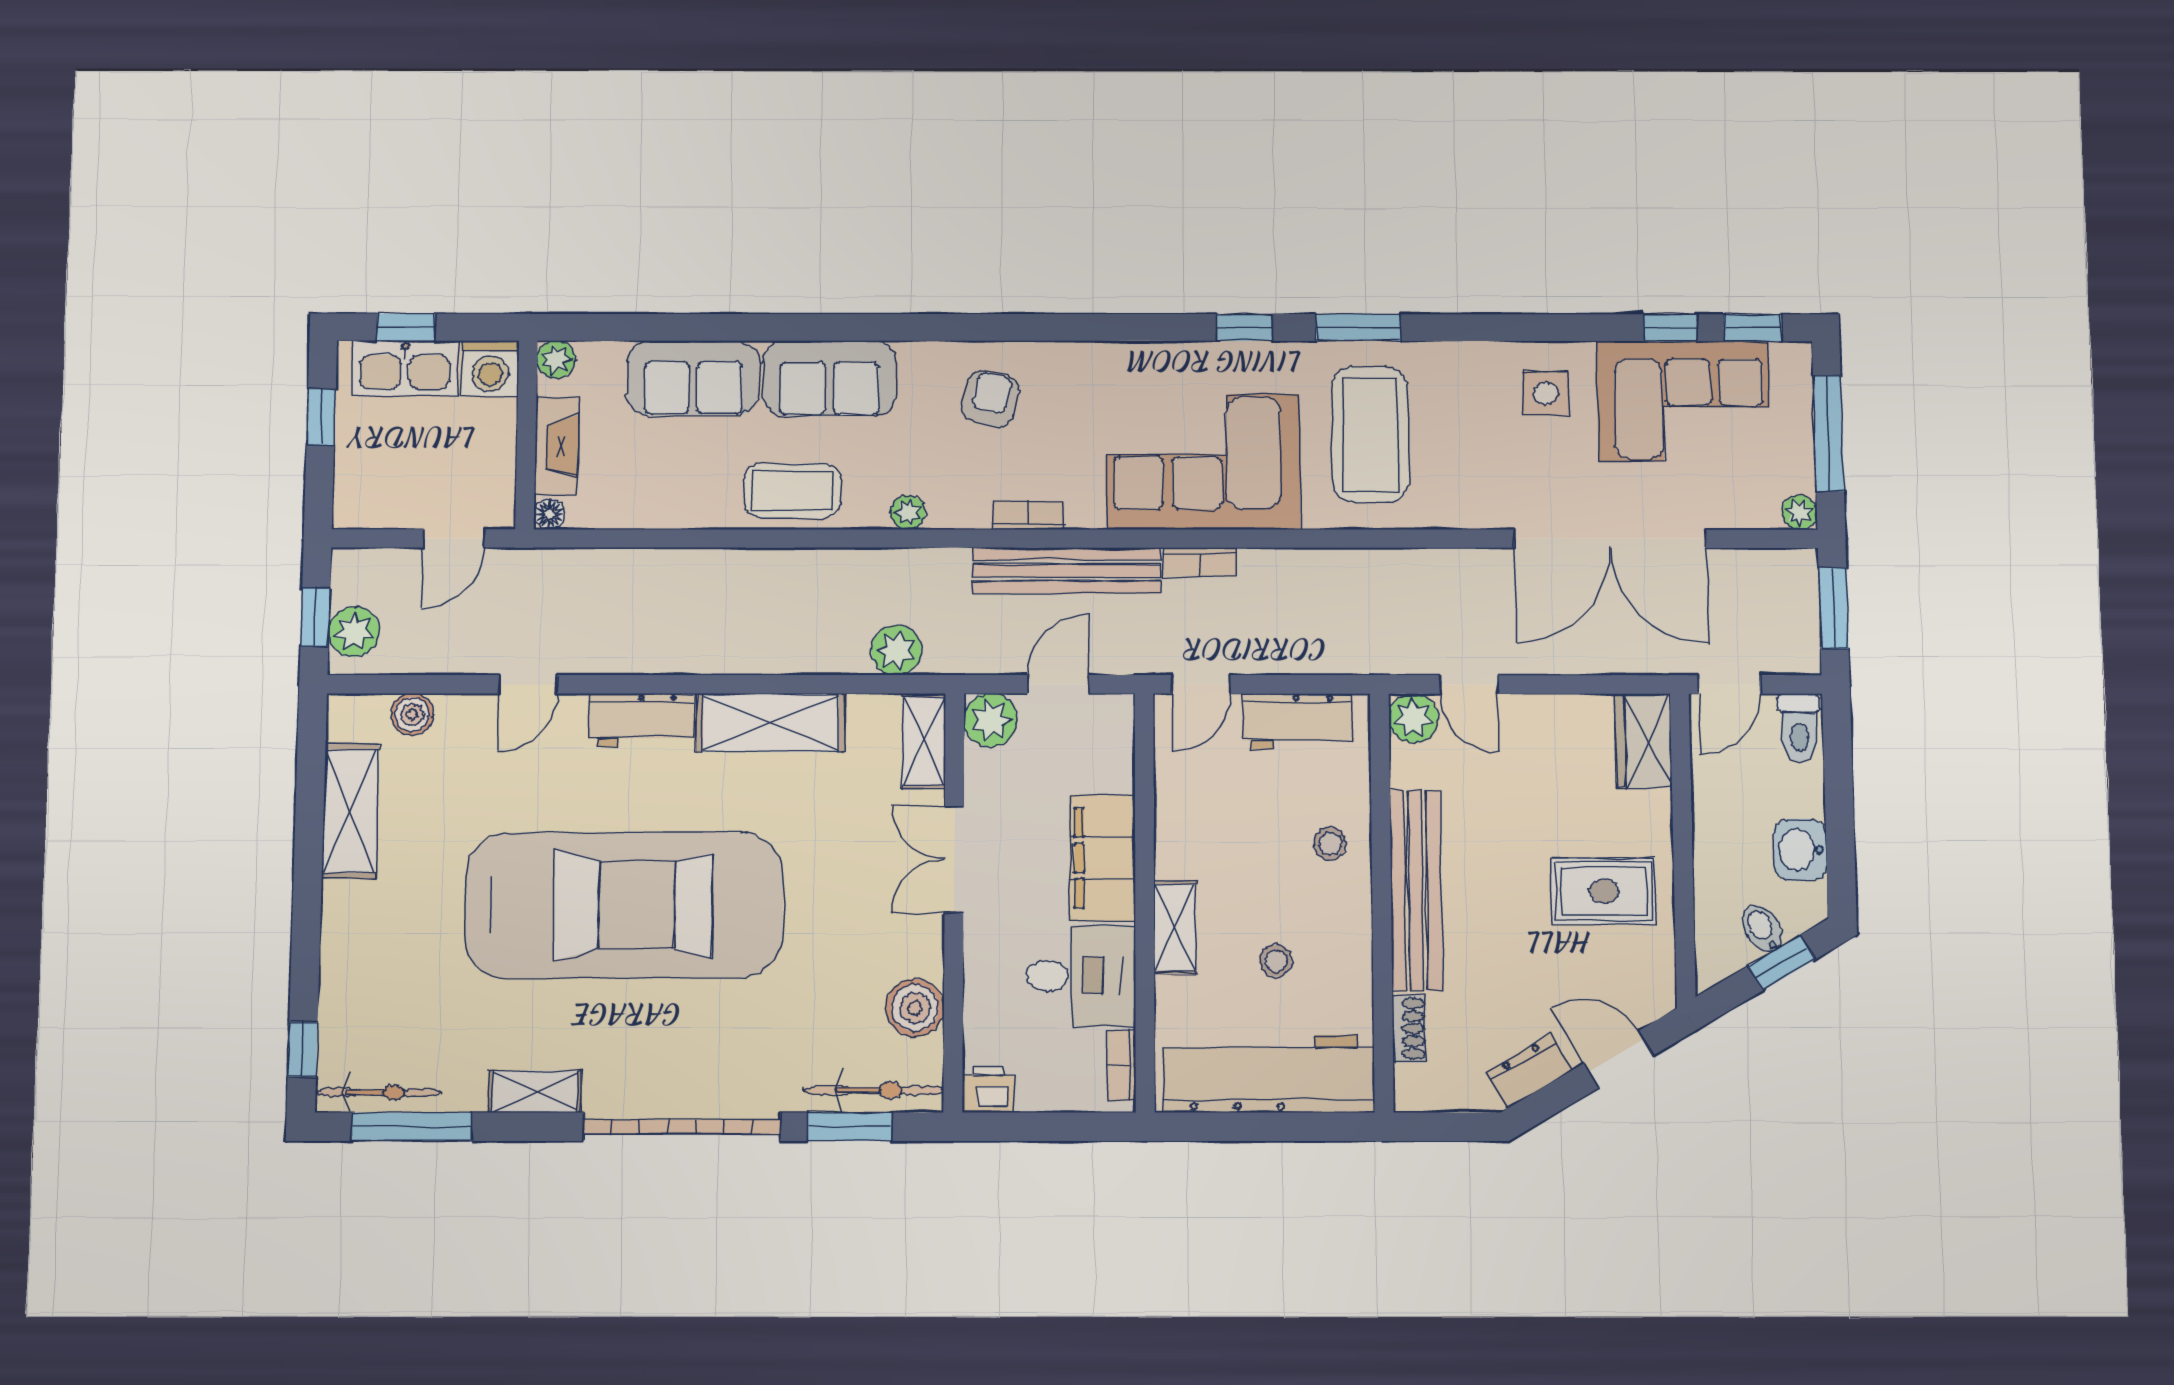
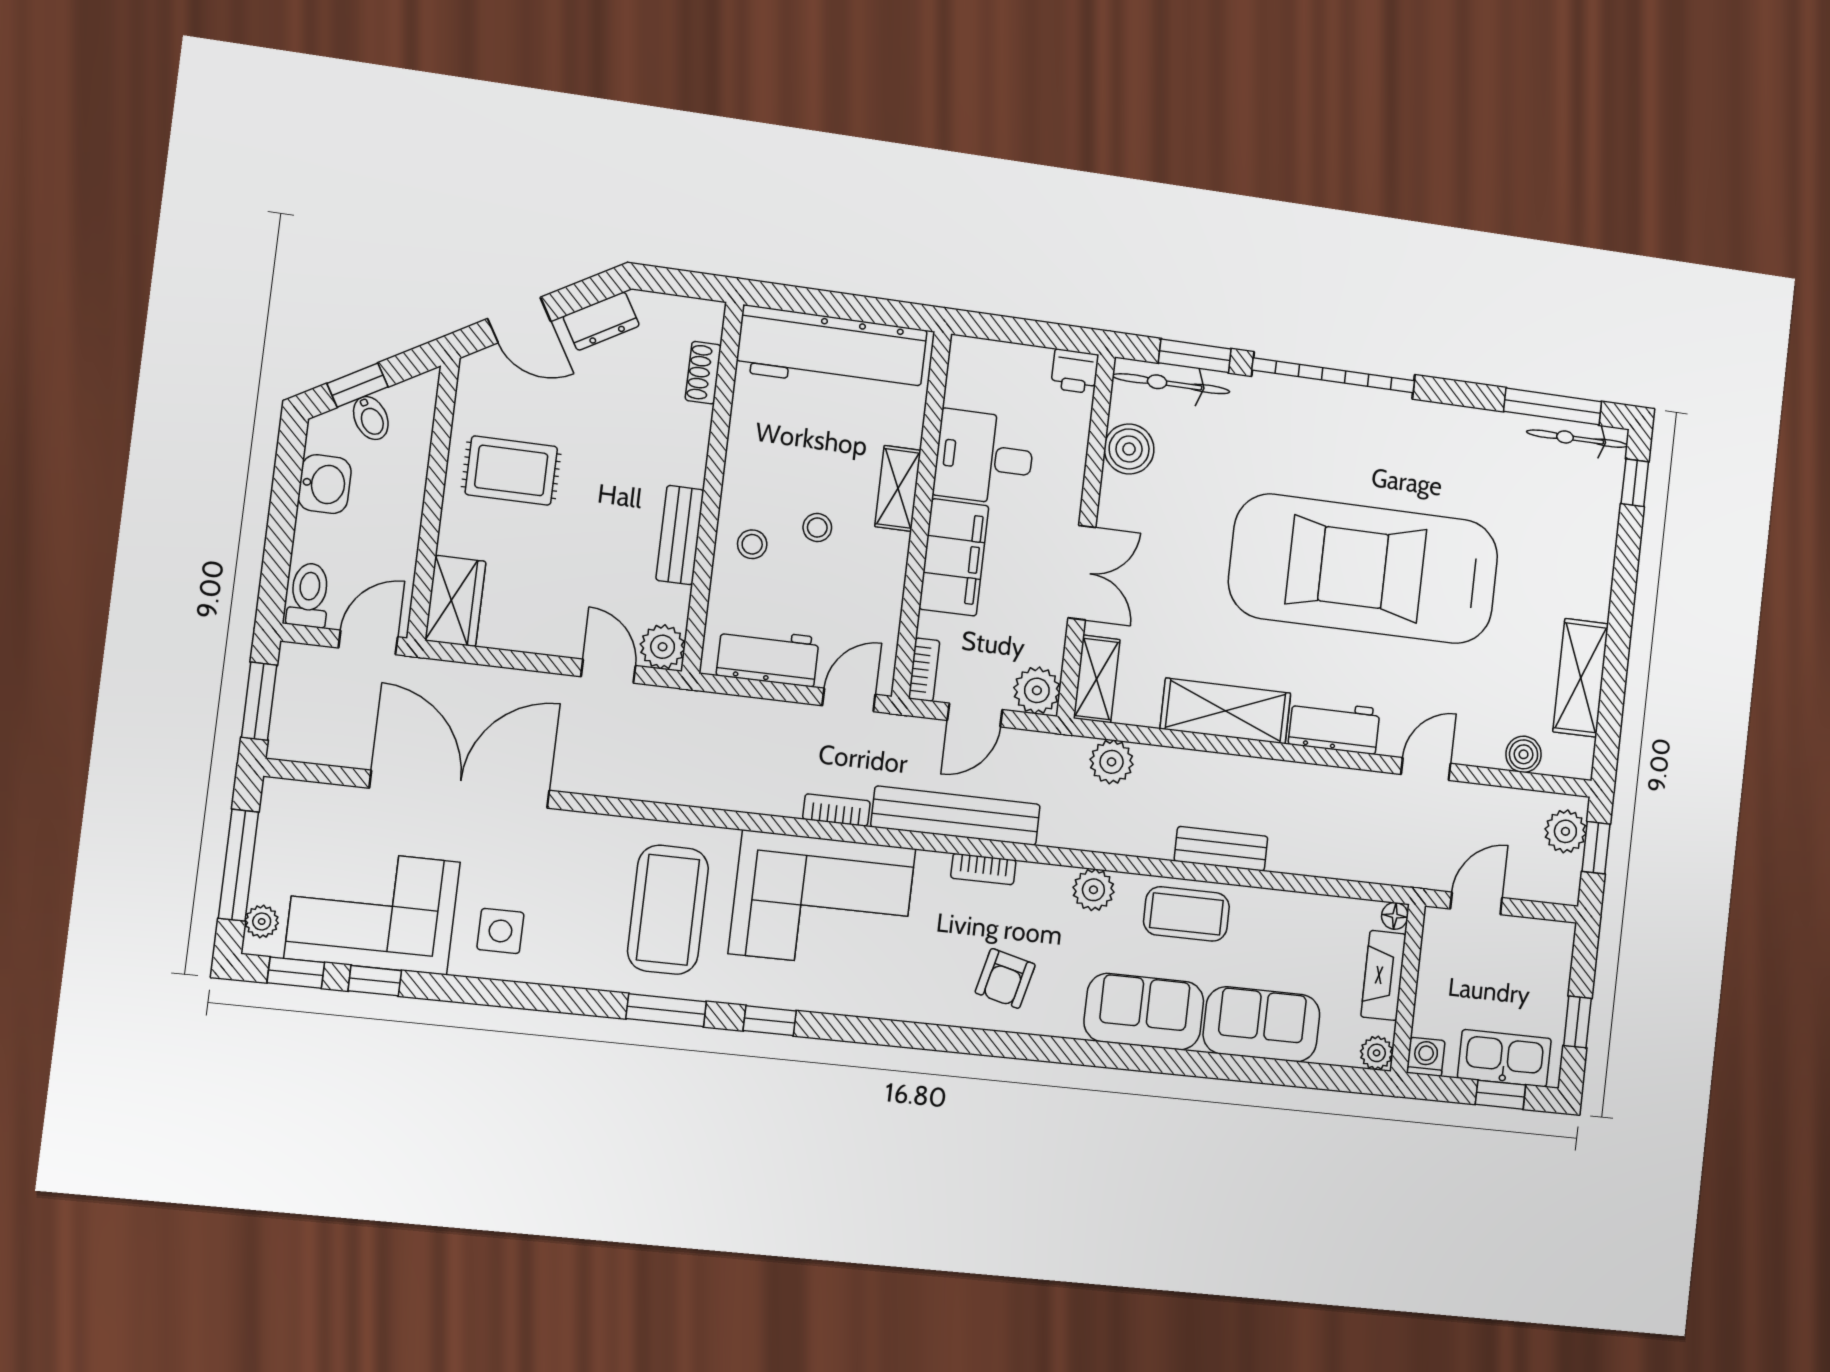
washing machine: (490, 368) -> (1426, 1057), width x0.73, depth x0.73
plant: (908, 512) -> (1093, 890), width x1.38, depth x1.38
plant: (1799, 512) -> (262, 921), moved
bench: (760, 567) -> (1221, 849), added
bench: (1416, 890) -> (680, 535), width x0.54, depth x0.82
stool: (1276, 961) -> (817, 528), moved
bookcase: (1122, 1066) -> (924, 670), moved
shelving: (535, 1092) -> (1451, 422), removed

